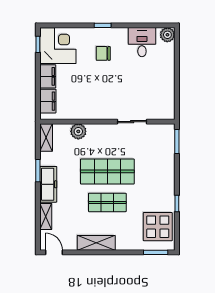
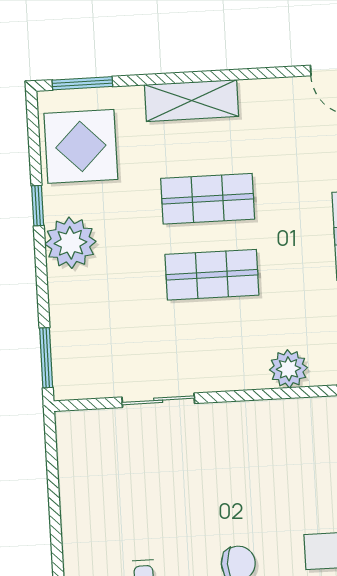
shop shelf: (107, 171) -> (212, 275), width x0.70, depth x0.74
plant: (164, 188) -> (70, 243), added
shelving: (96, 243) -> (192, 101), moved

